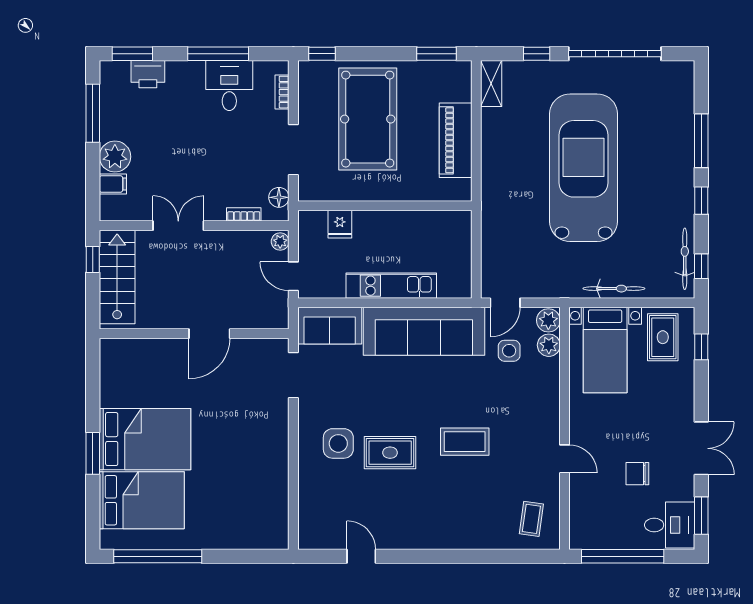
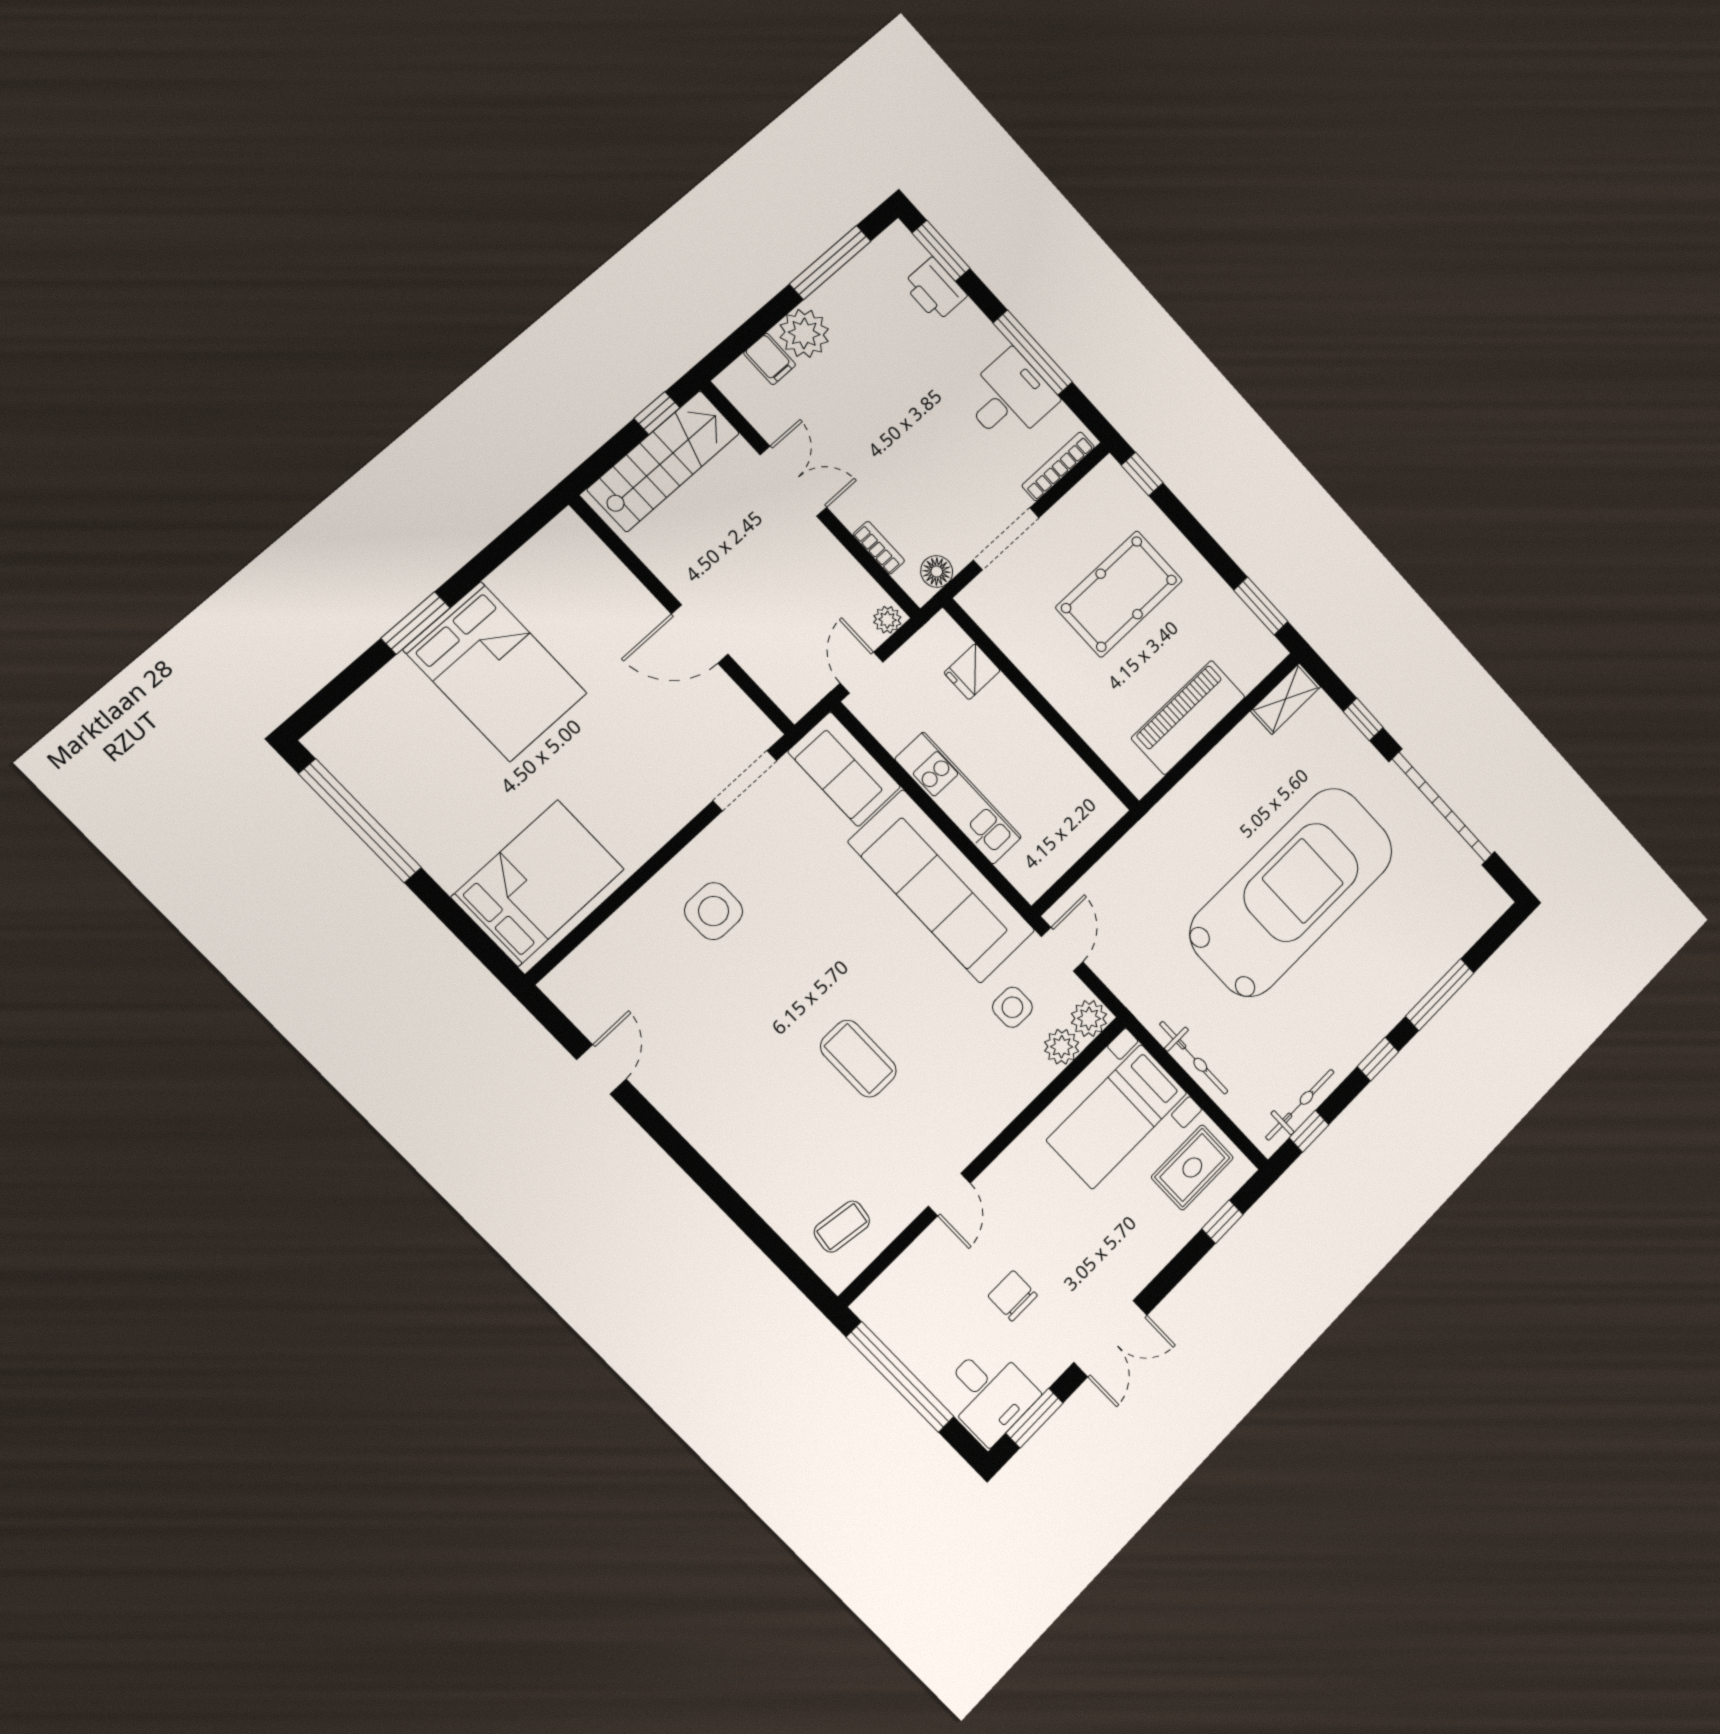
bookcase: (282, 92) -> (1058, 466), width x1.56
pool table: (368, 119) -> (1119, 594), width x0.73, depth x0.76
door: (505, 303) -> (1062, 949), swing flipped
rug: (390, 453) -> (761, 983), removed
bed: (142, 500) -> (538, 883), moved, turned -90

